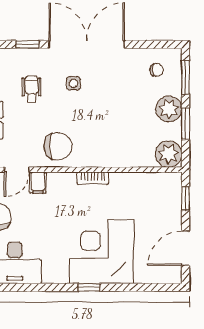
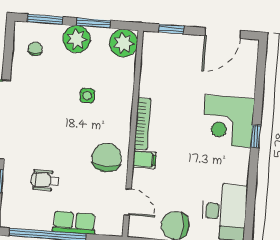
side table: (74, 83) -> (87, 96), moved
bookcase: (93, 178) -> (142, 124), width x1.56
filing cabinet: (38, 183) -> (144, 160), moved
door: (186, 248) -> (223, 33), hinge flipped
corner desk: (102, 252) -> (228, 121), width x0.74, depth x0.74

